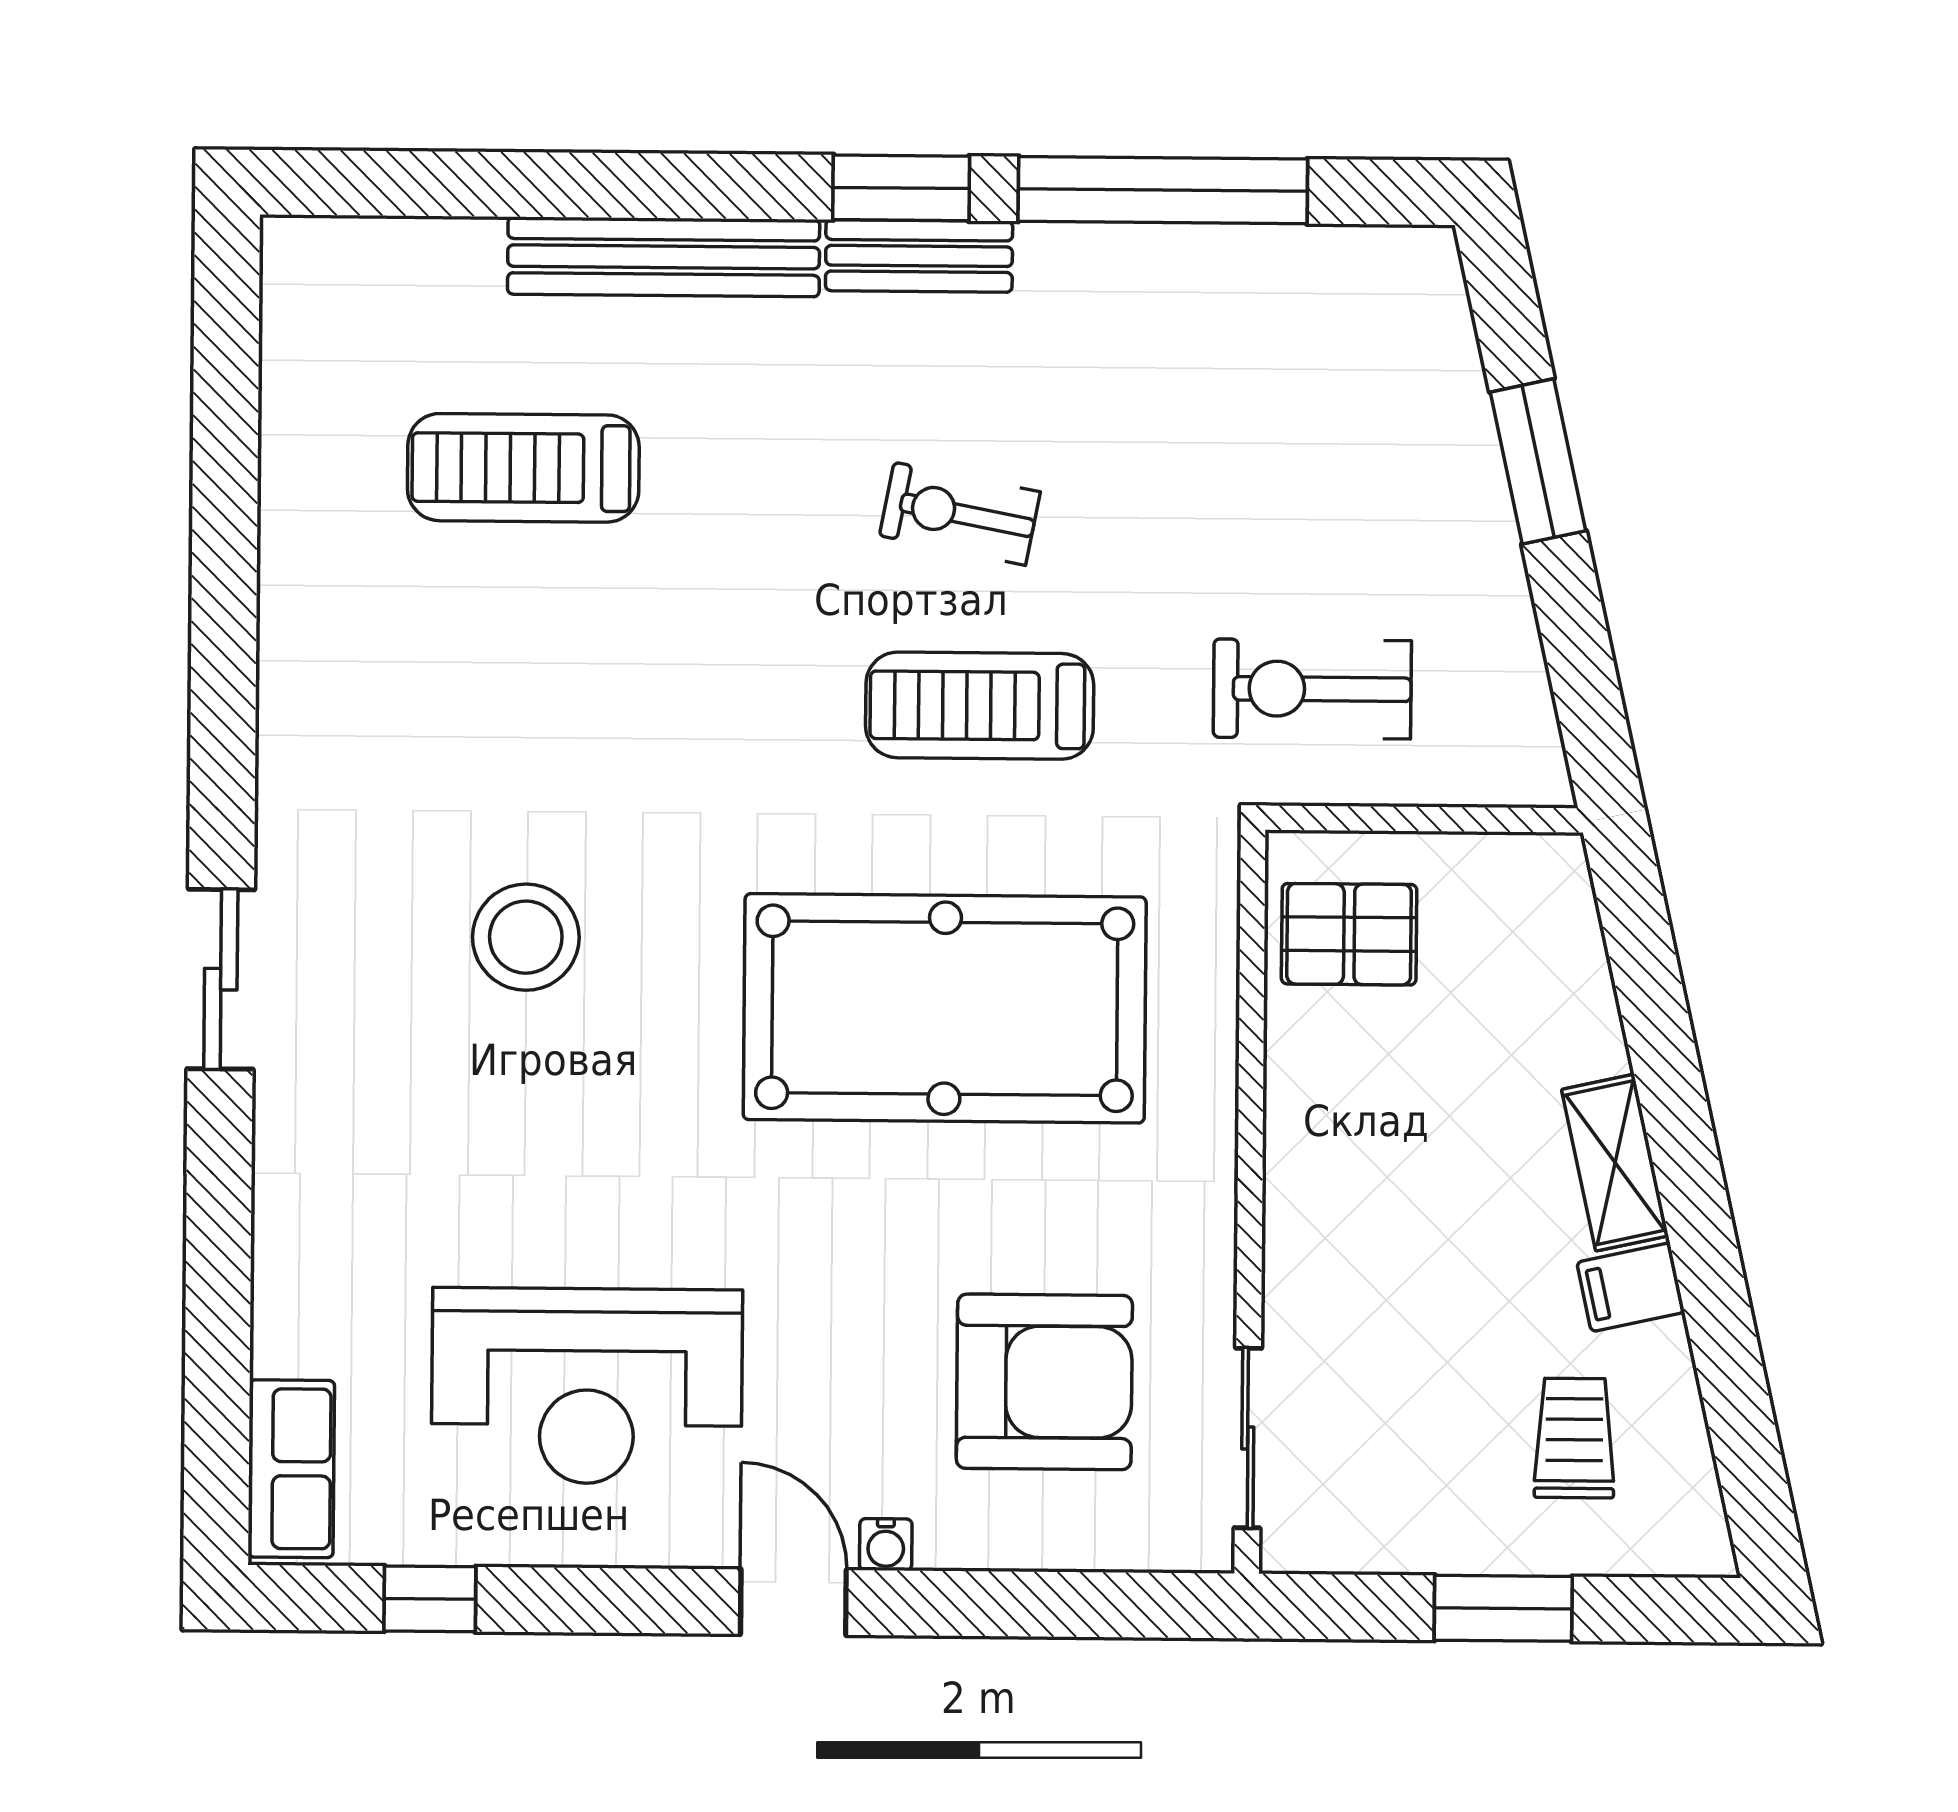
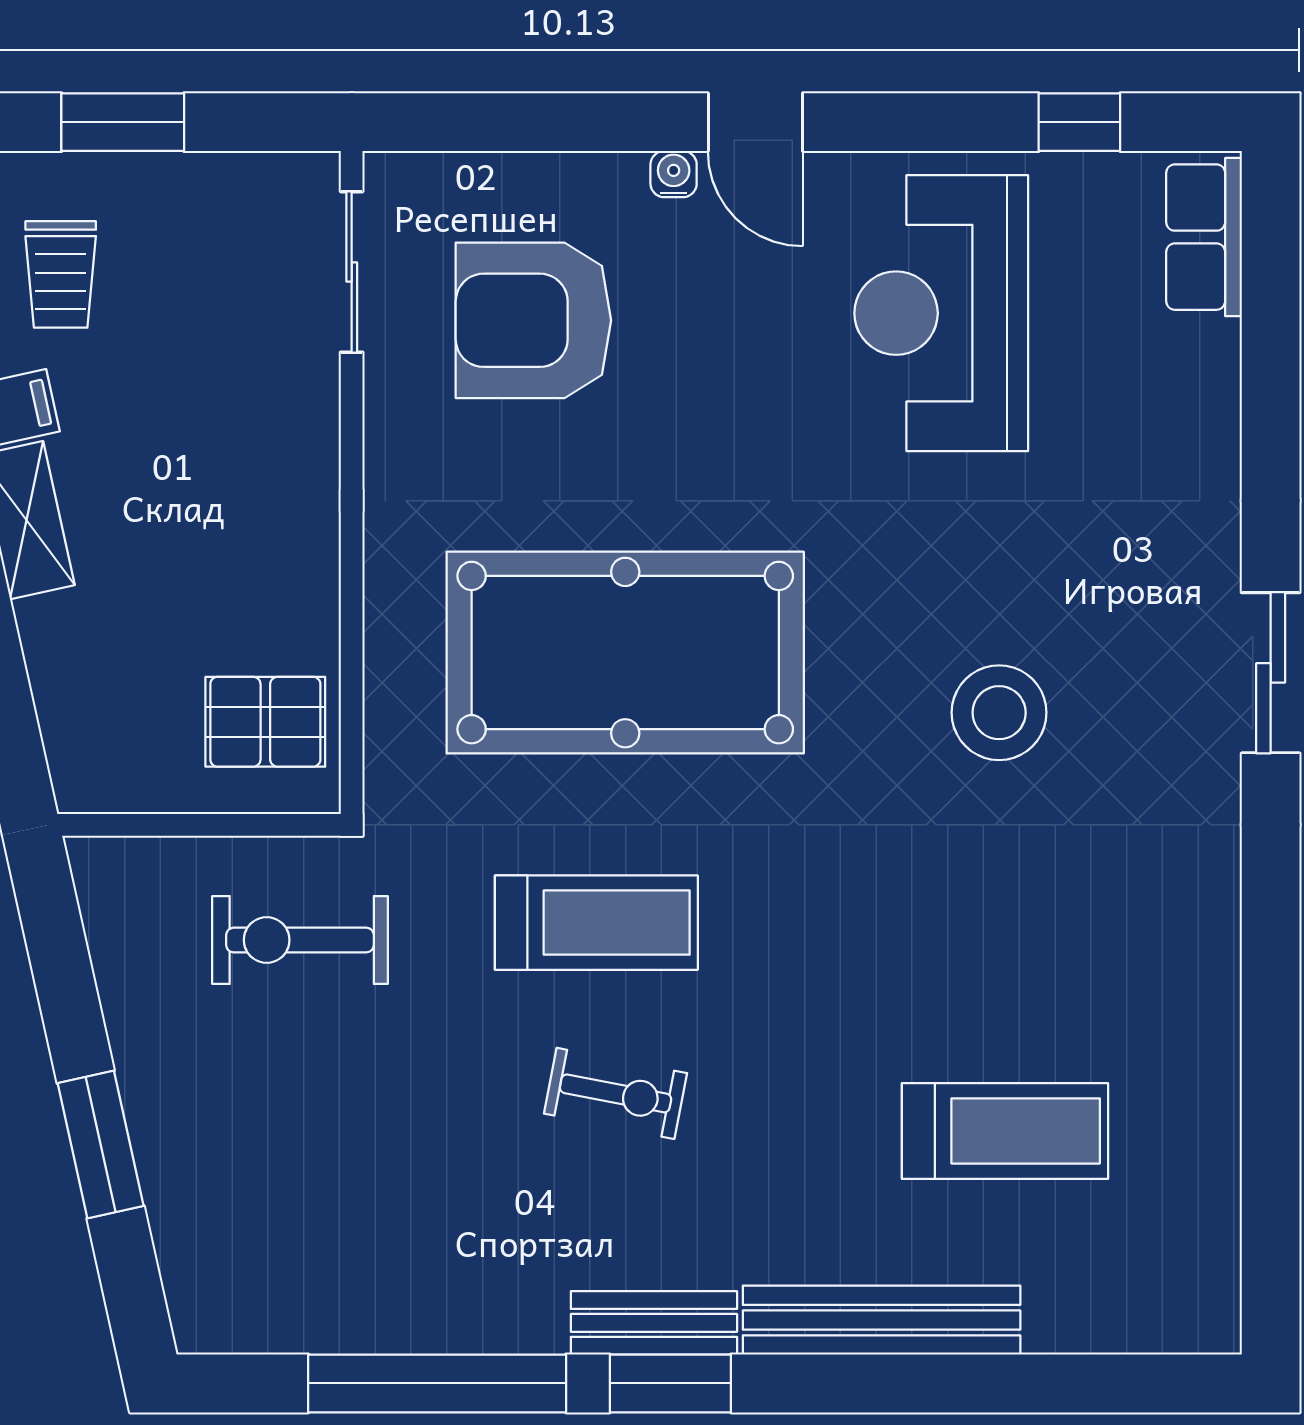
exercise bike: (1312, 689) -> (300, 940), turned 180
reception desk: (587, 1386) -> (941, 313), turned -90

